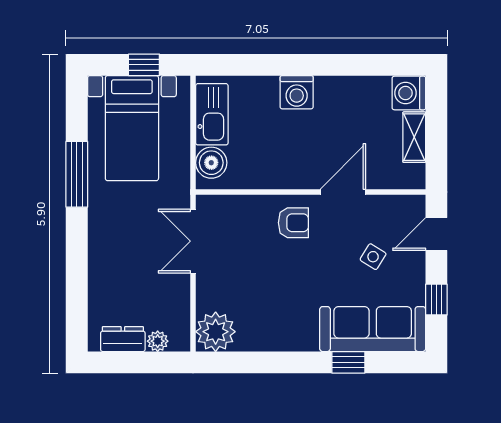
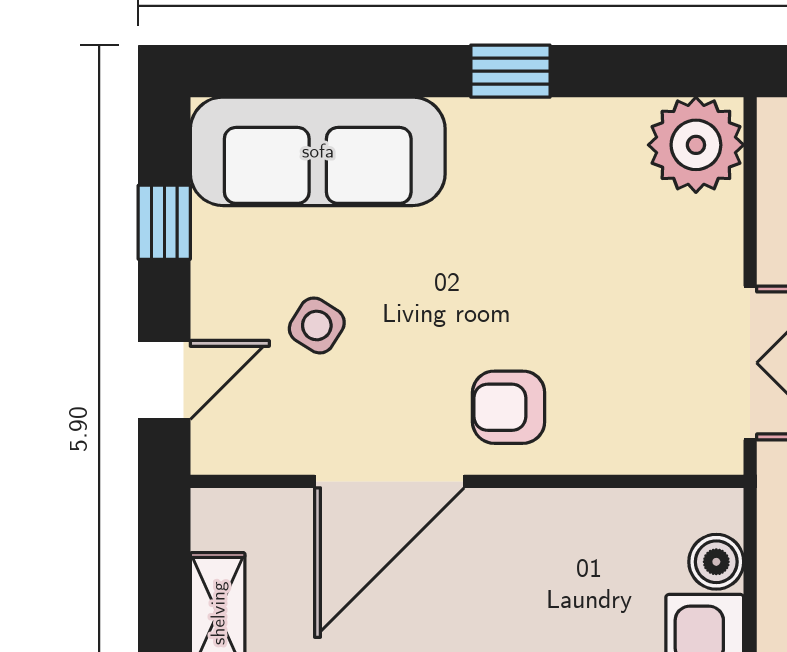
boiler: (211, 163) -> (716, 562), width x0.73, depth x0.73
door: (343, 192) -> (389, 481), width x1.36
window: (348, 362) -> (510, 71), moved

